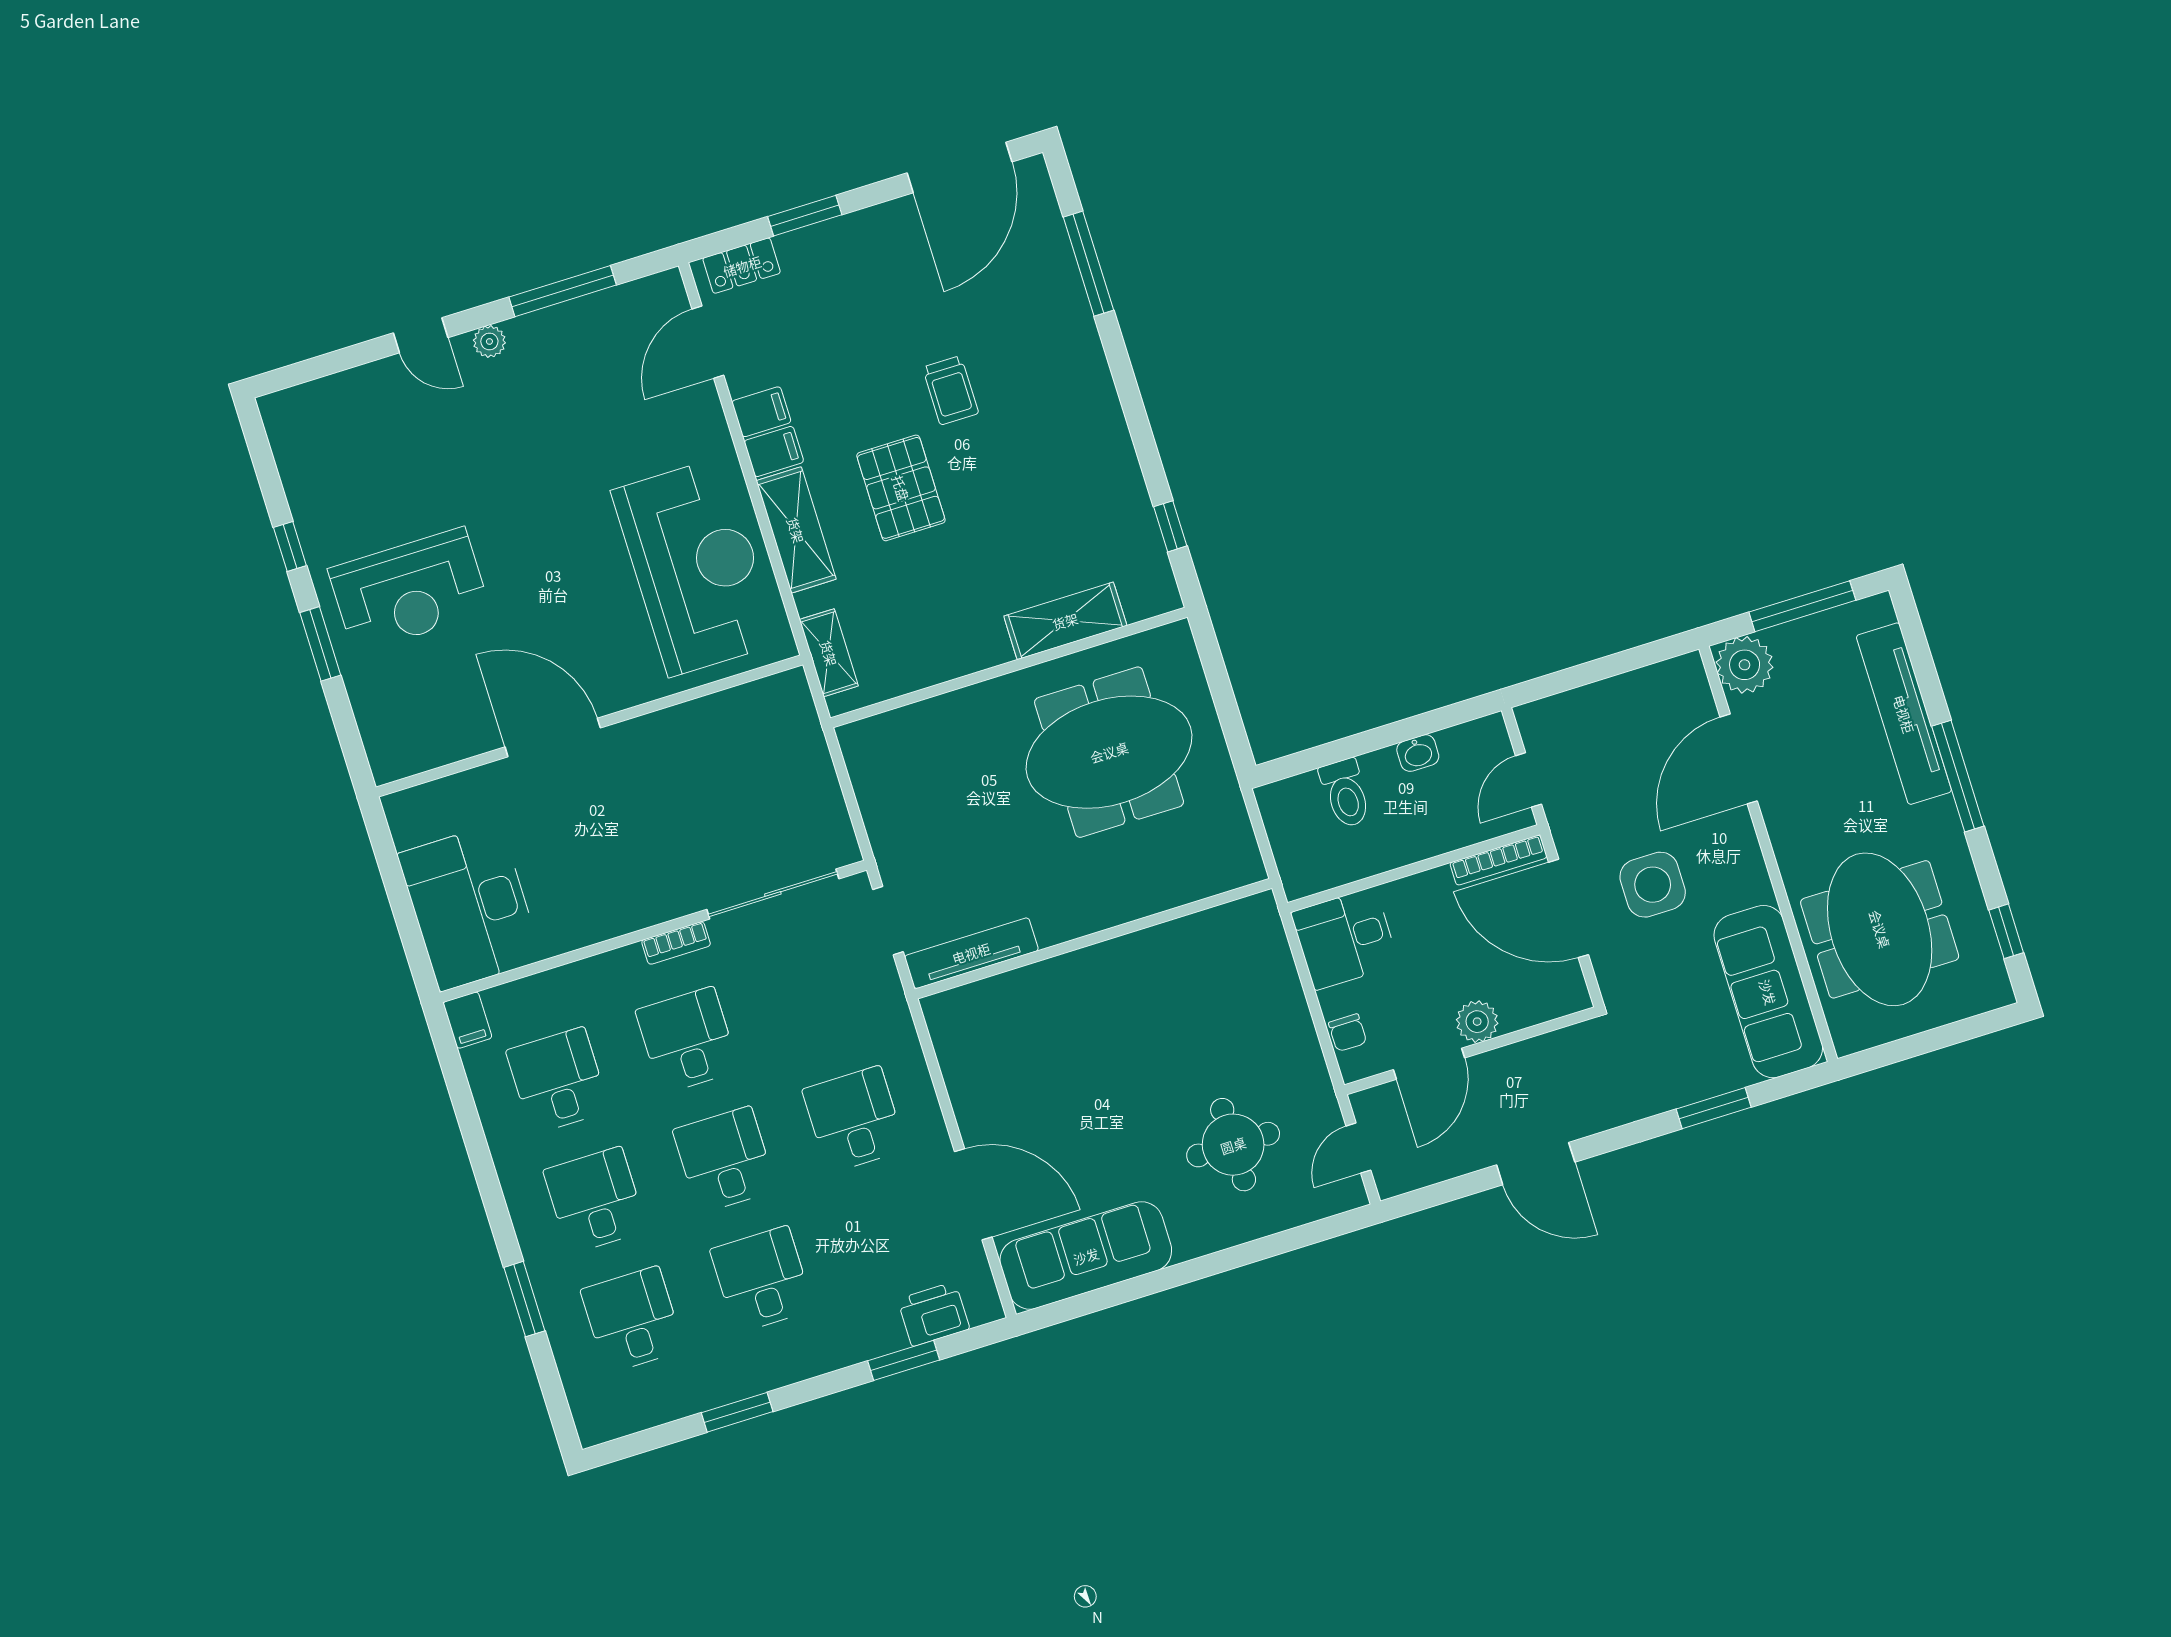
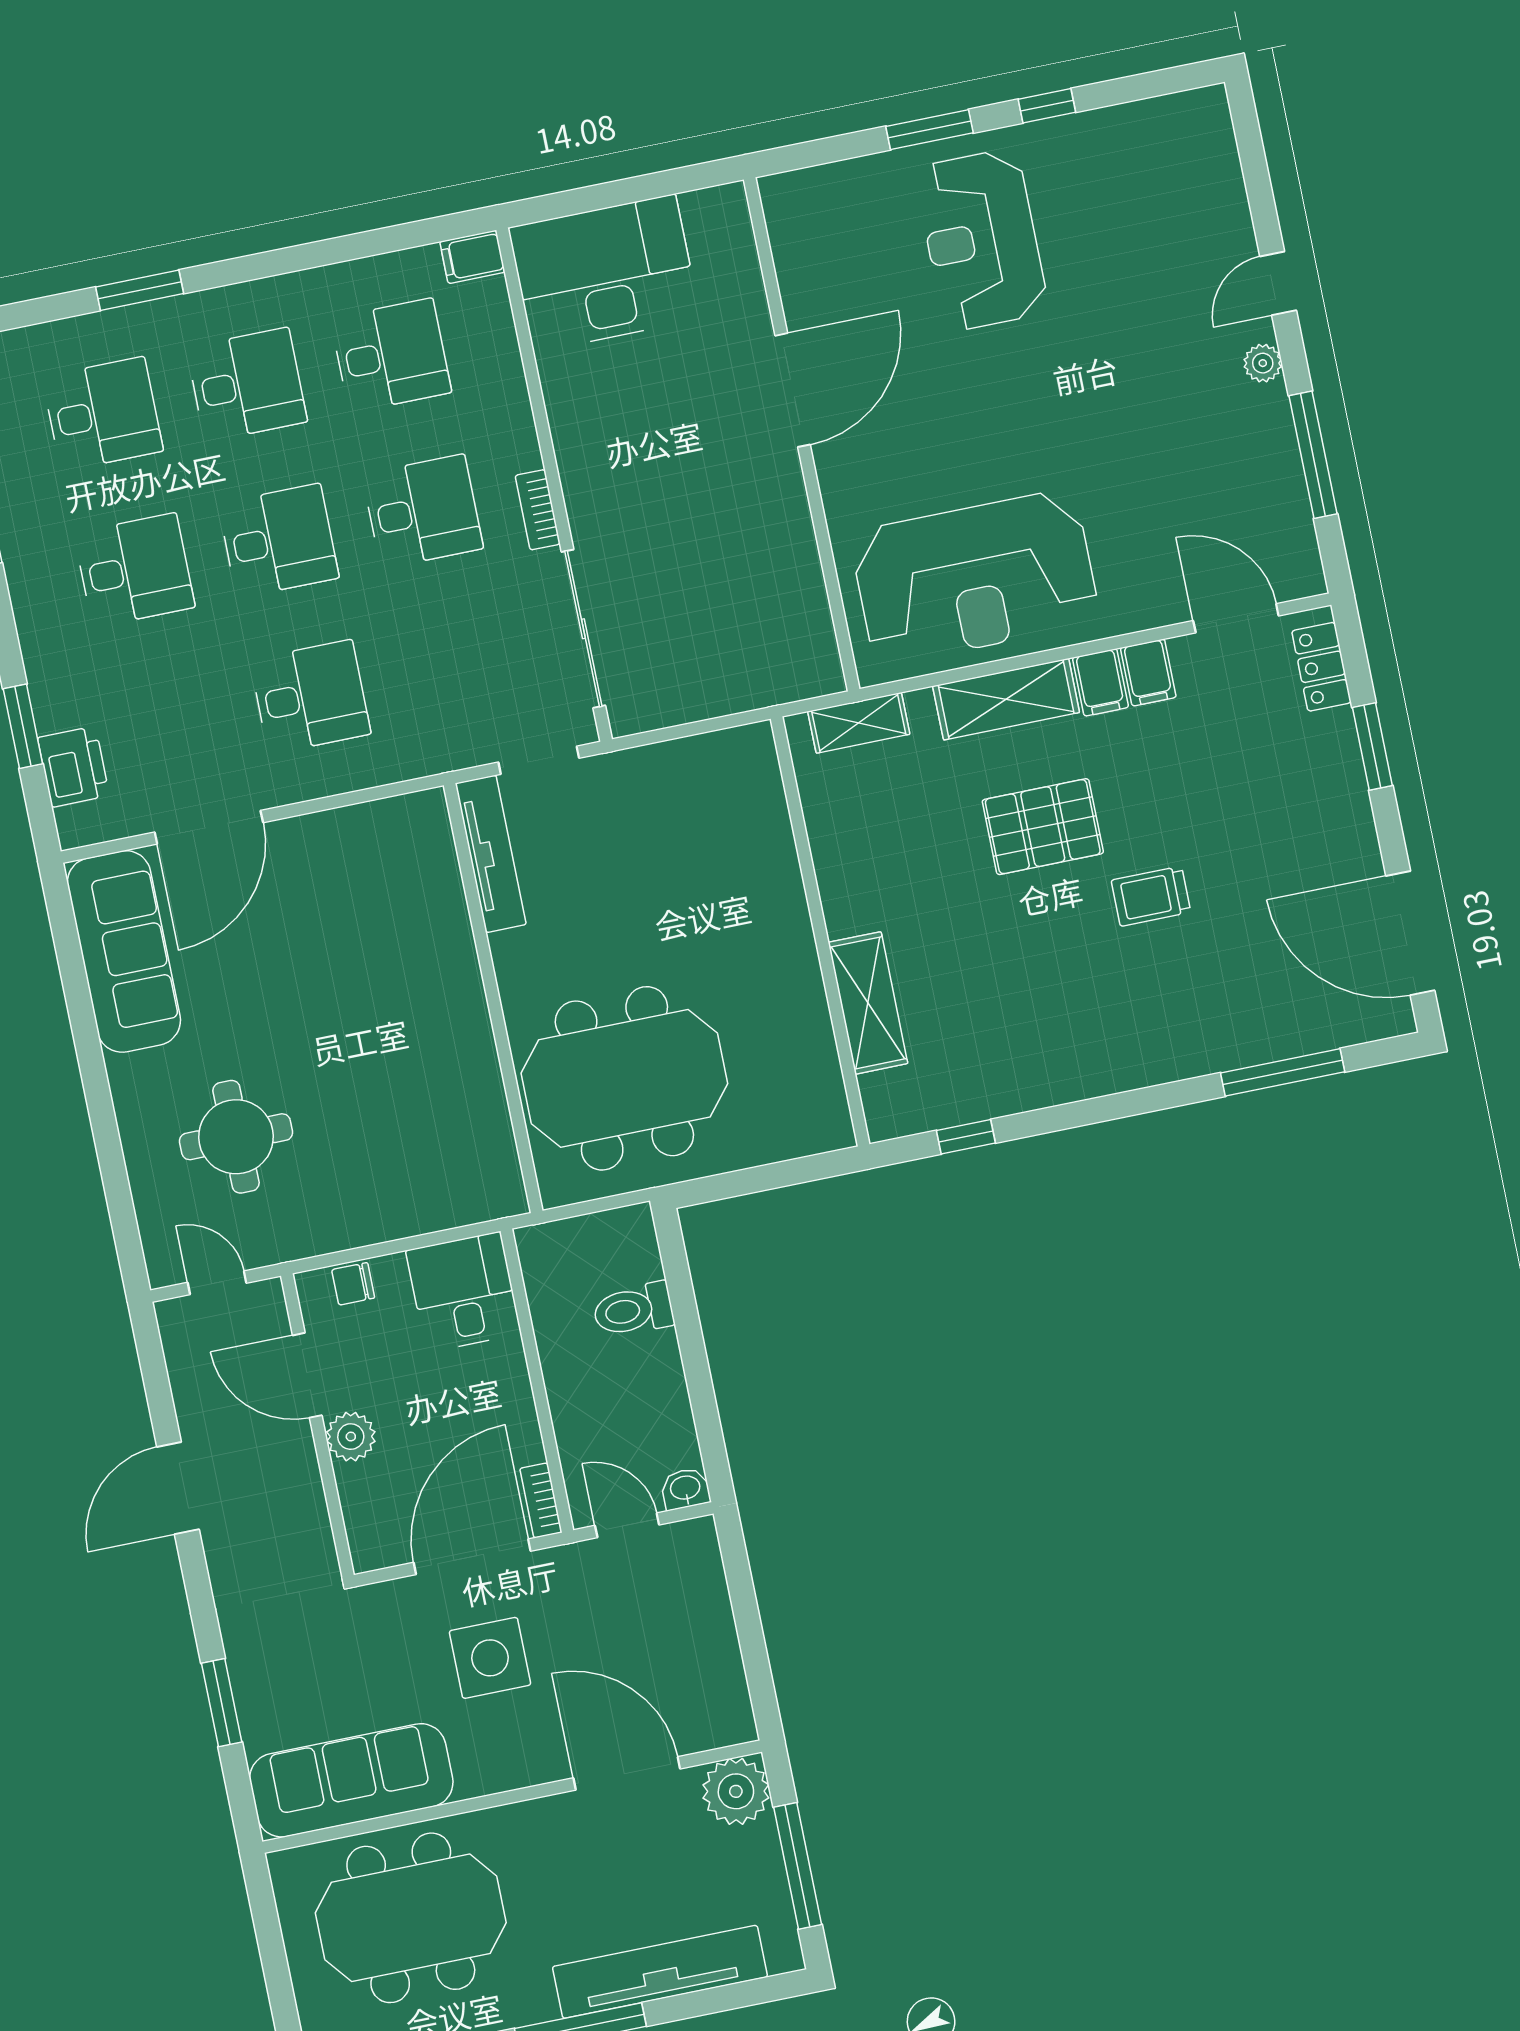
meeting table: (1109, 752) -> (624, 1078), moved, turned 90
washbasin: (1418, 753) -> (685, 1489), moved, turned 90
bookcase: (1499, 860) -> (541, 1500), width x0.64

